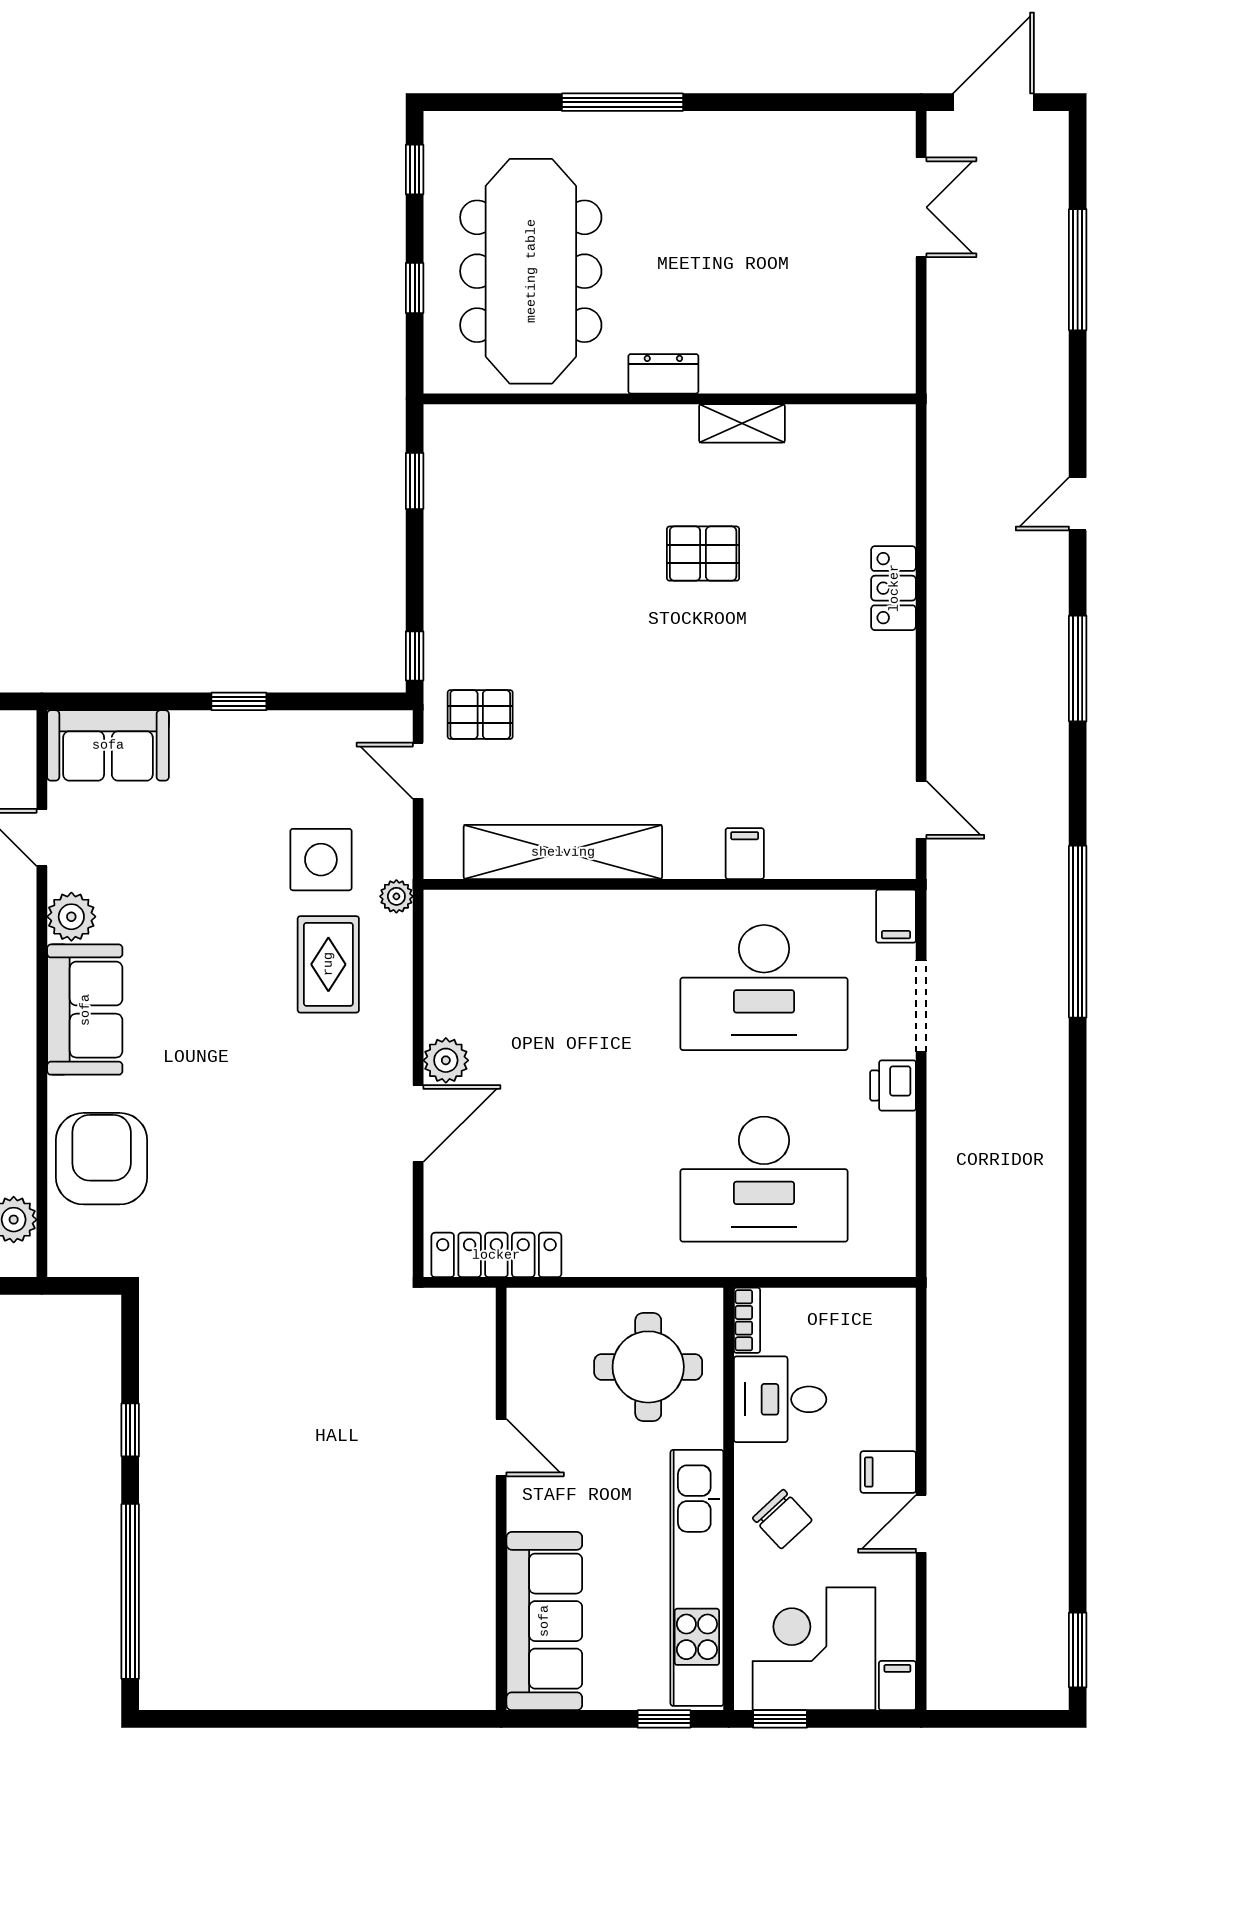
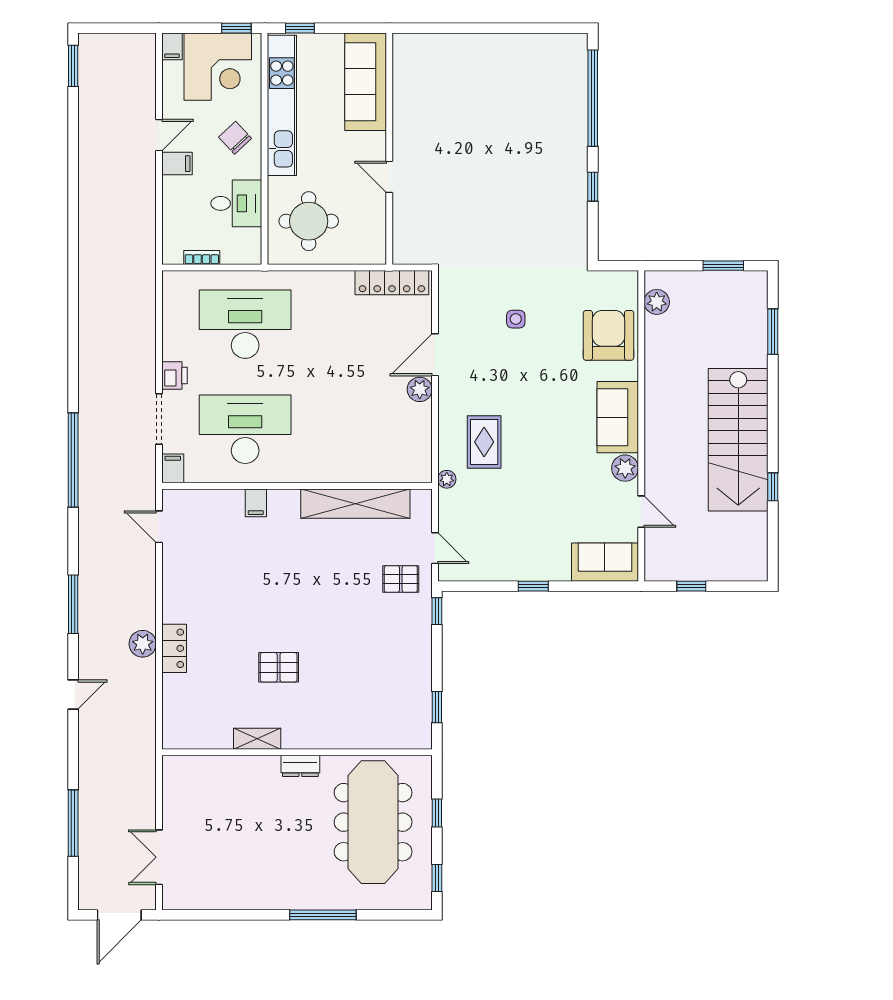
plant: (951, 596) -> (143, 644), added
side table: (321, 860) -> (516, 319), moved, width x0.54, depth x0.54
armchair: (102, 1159) -> (609, 335), turned 180
bookcase: (747, 1320) -> (202, 257), moved, turned 90

